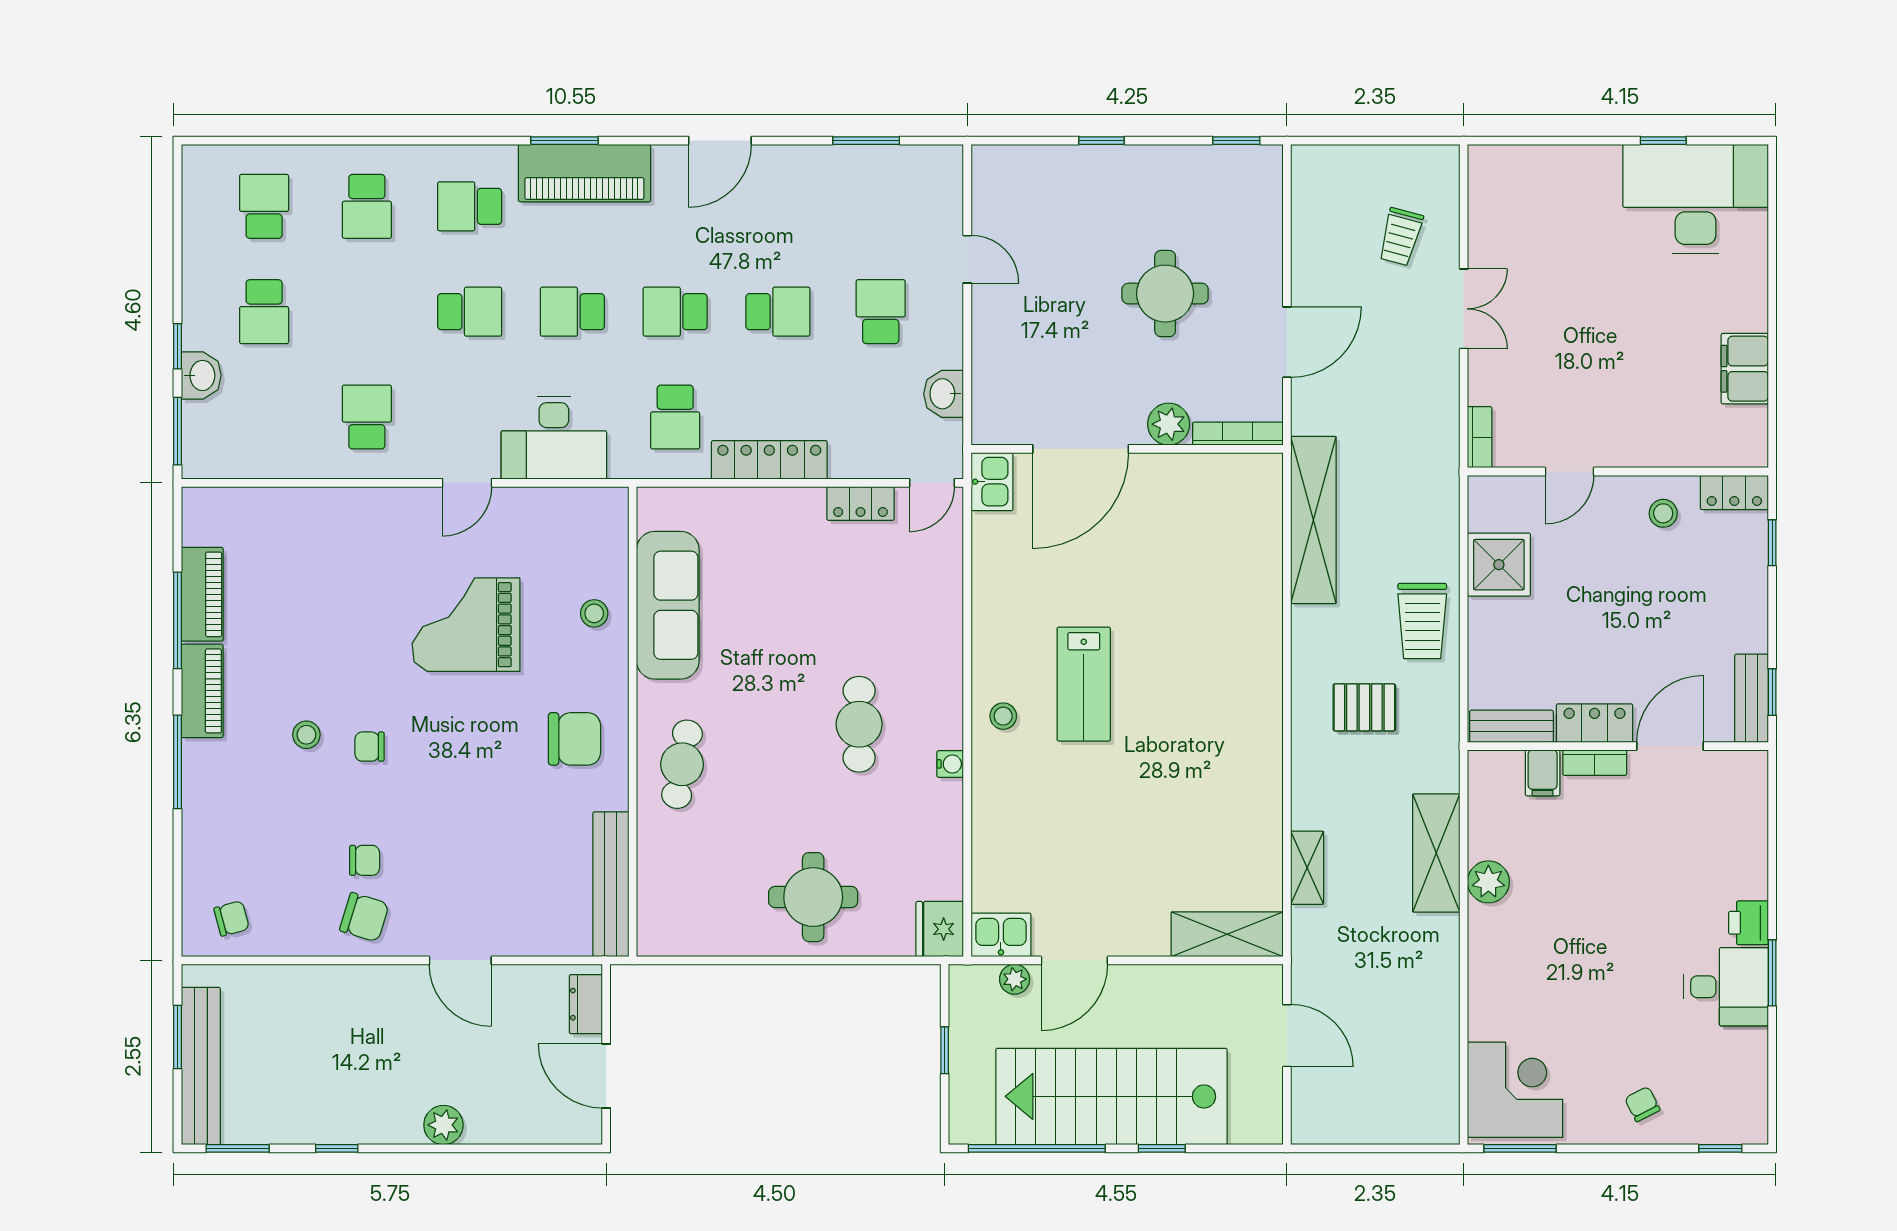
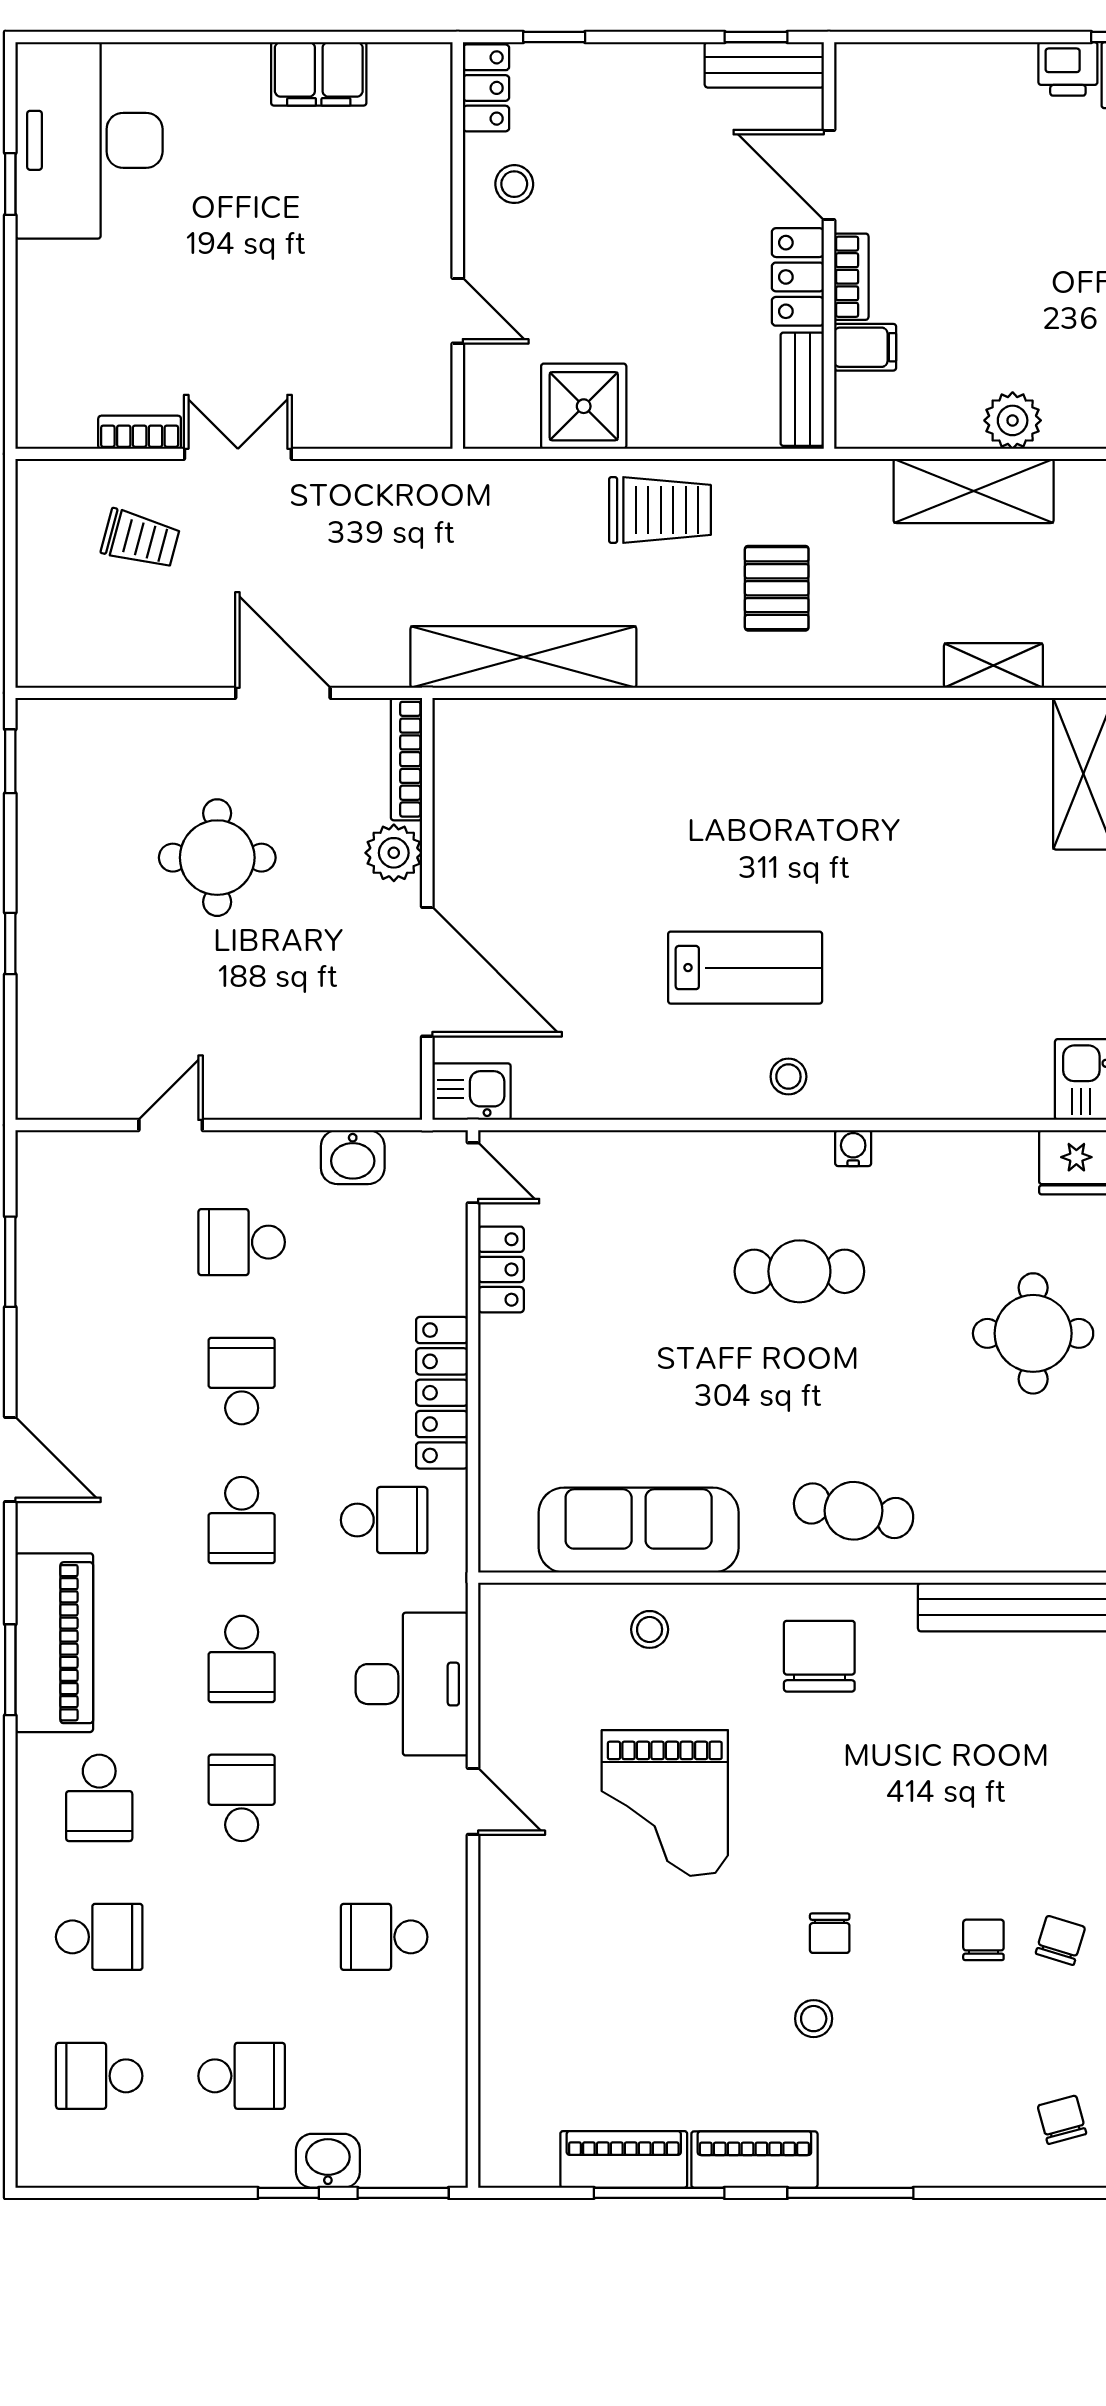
bookcase: (1480, 437) -> (140, 432), moved
chair: (364, 917) -> (1060, 1940), width x0.73, depth x0.73

